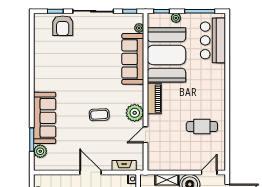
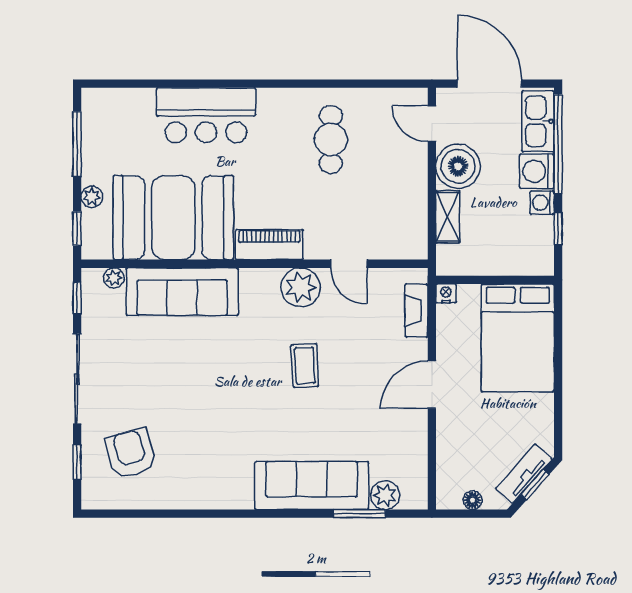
armchair: (63, 26) -> (131, 454), moved, turned -106
bar counter: (213, 40) -> (206, 115), moved

